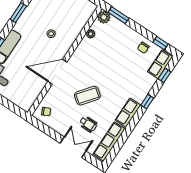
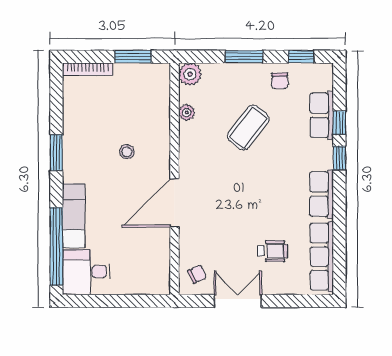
window: (119, 15) -> (244, 57), moved
row of seats: (160, 64) -> (322, 115), moved
window: (164, 75) -> (339, 123), moved
coffee table: (87, 96) -> (248, 127), moved
double door: (73, 147) -> (238, 301), moved

